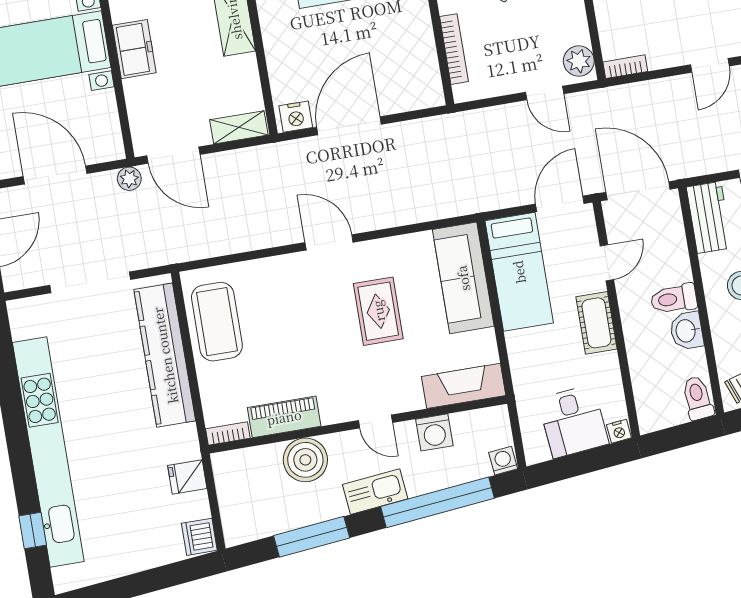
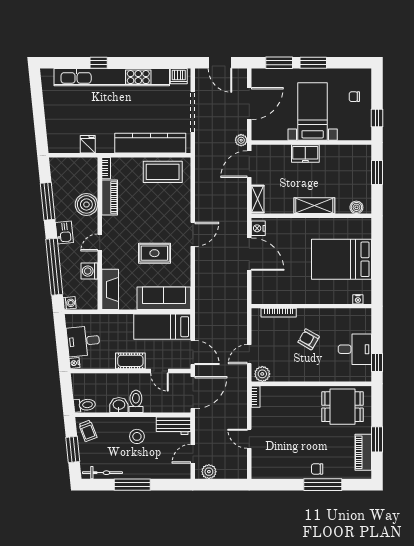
kitchen sink: (375, 492) -> (64, 232), width x0.73
window: (33, 531) -> (99, 63), moved
dishwasher: (199, 537) -> (179, 76), moved, turned 180

